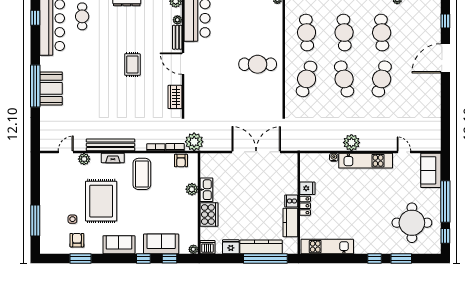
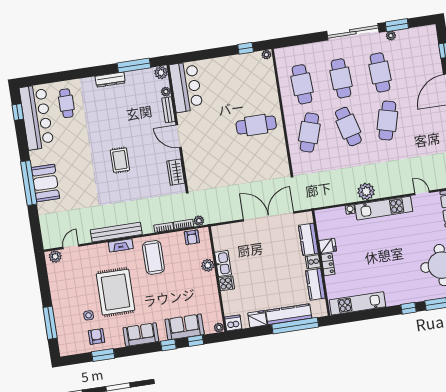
rug: (132, 65) -> (120, 160), moved
plant: (194, 142) -> (199, 221), width x0.53, depth x0.53
plant: (84, 159) -> (55, 257), moved
kitchen counter: (290, 179) -> (308, 239), added
cooker: (209, 214) -> (227, 283), width x0.53, depth x0.76

